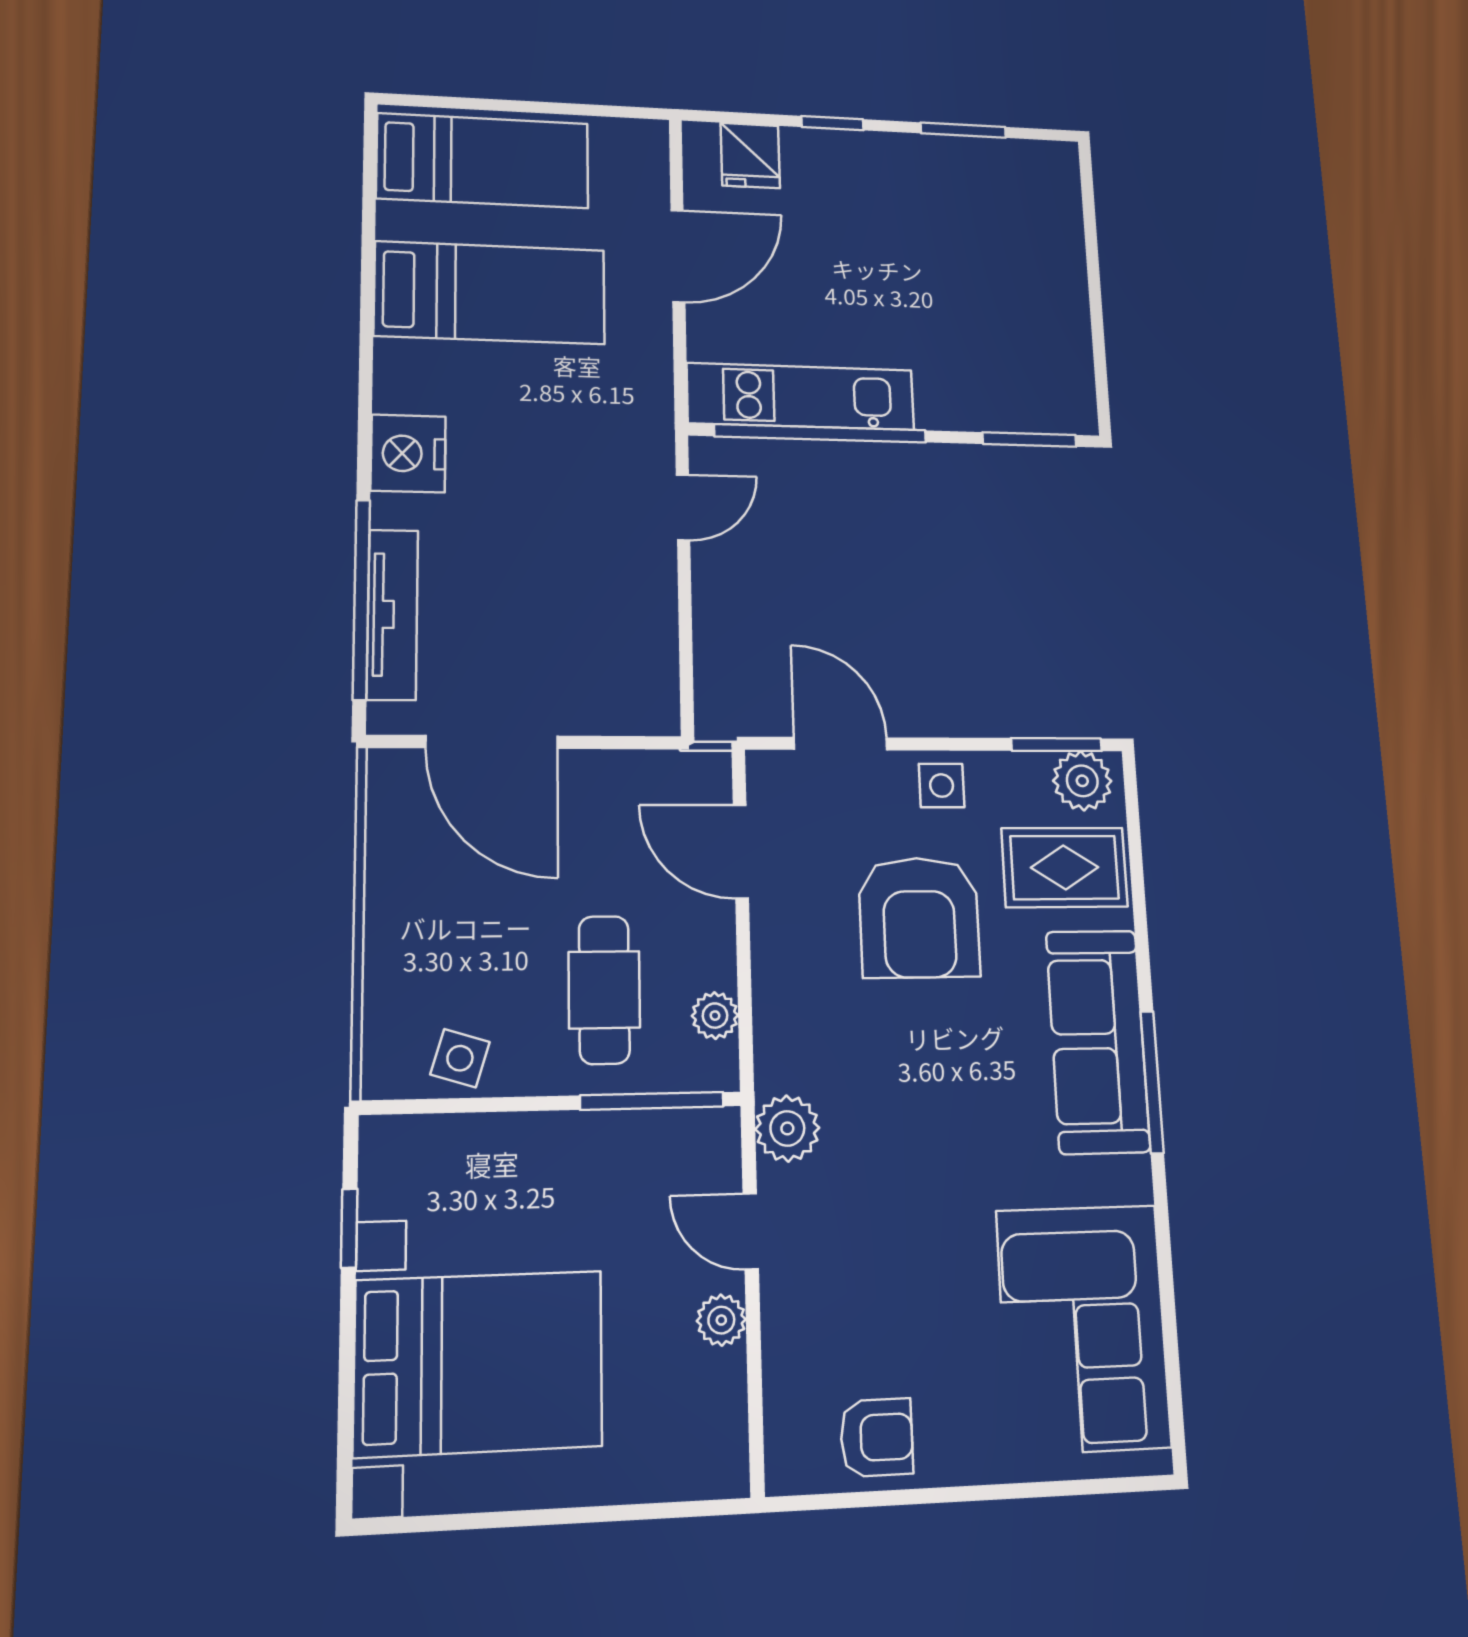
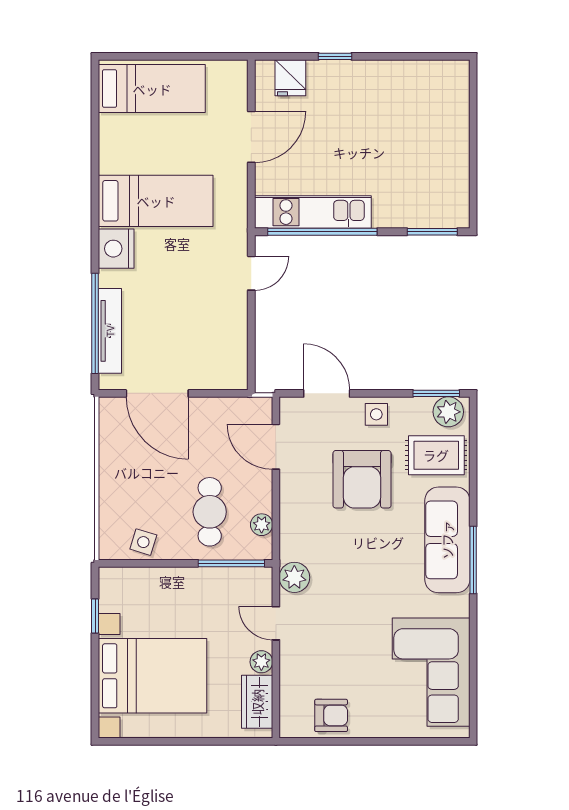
window: (963, 130) -> (406, 56), removed
bed: (490, 293) -> (156, 201), moved
wardrobe: (714, 1414) -> (257, 702), added

